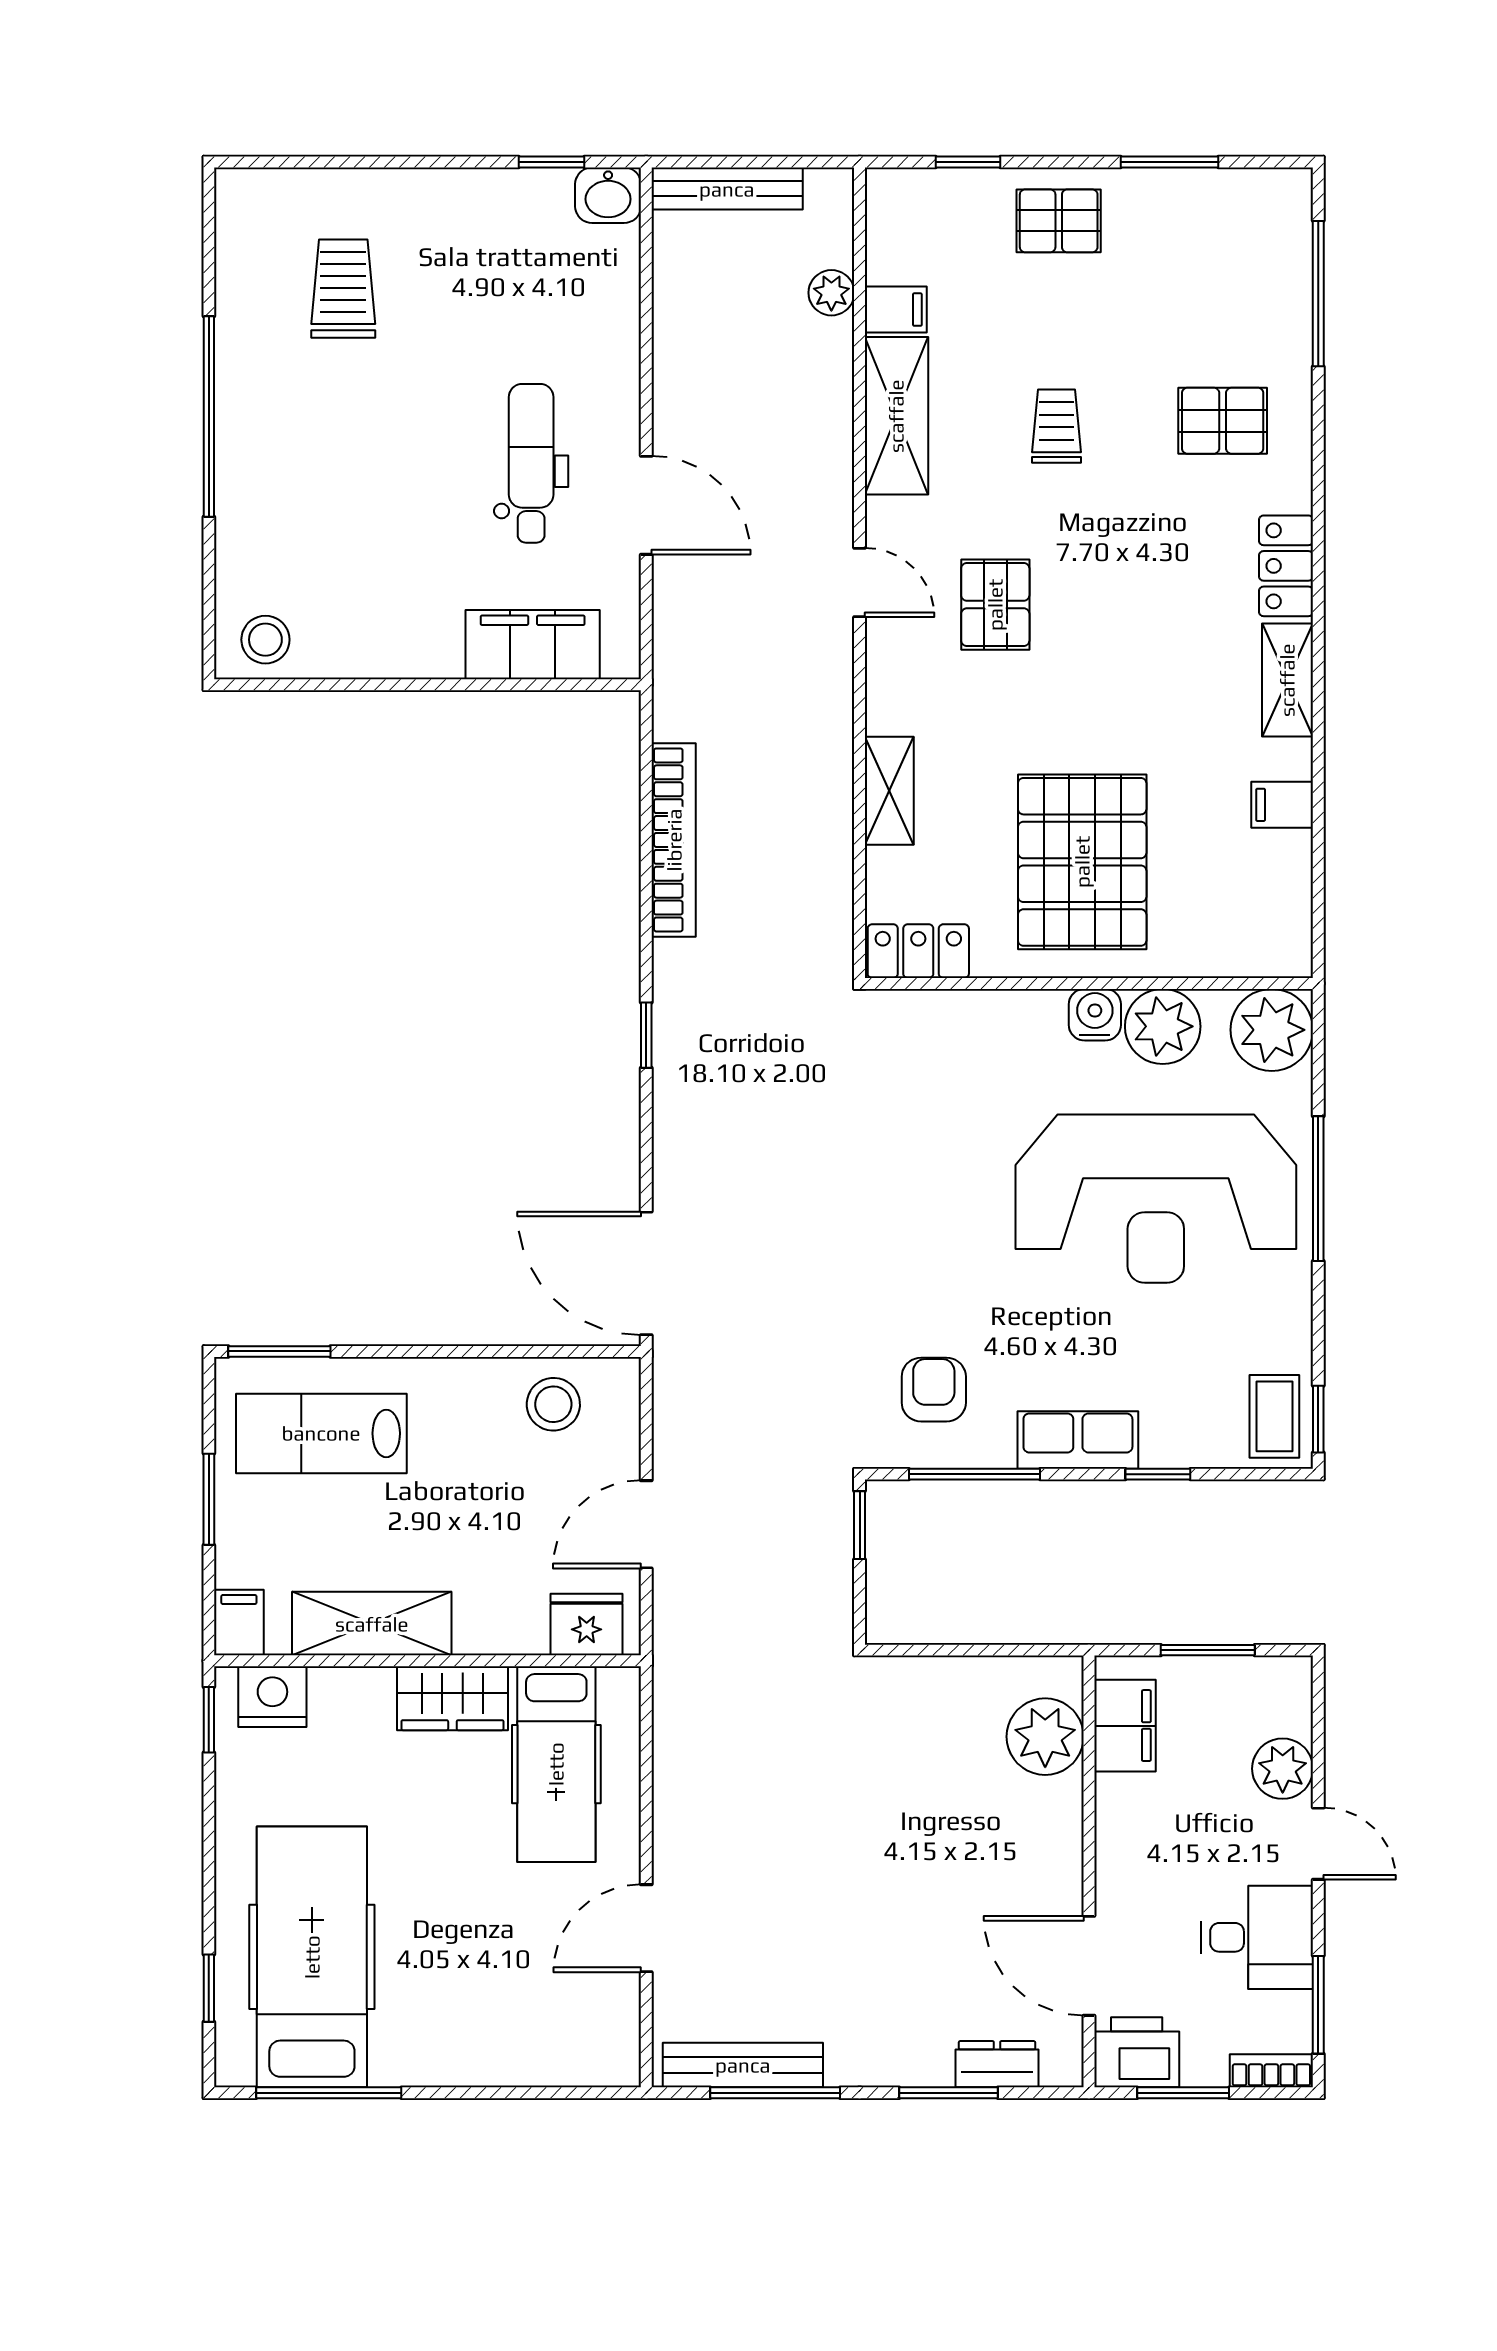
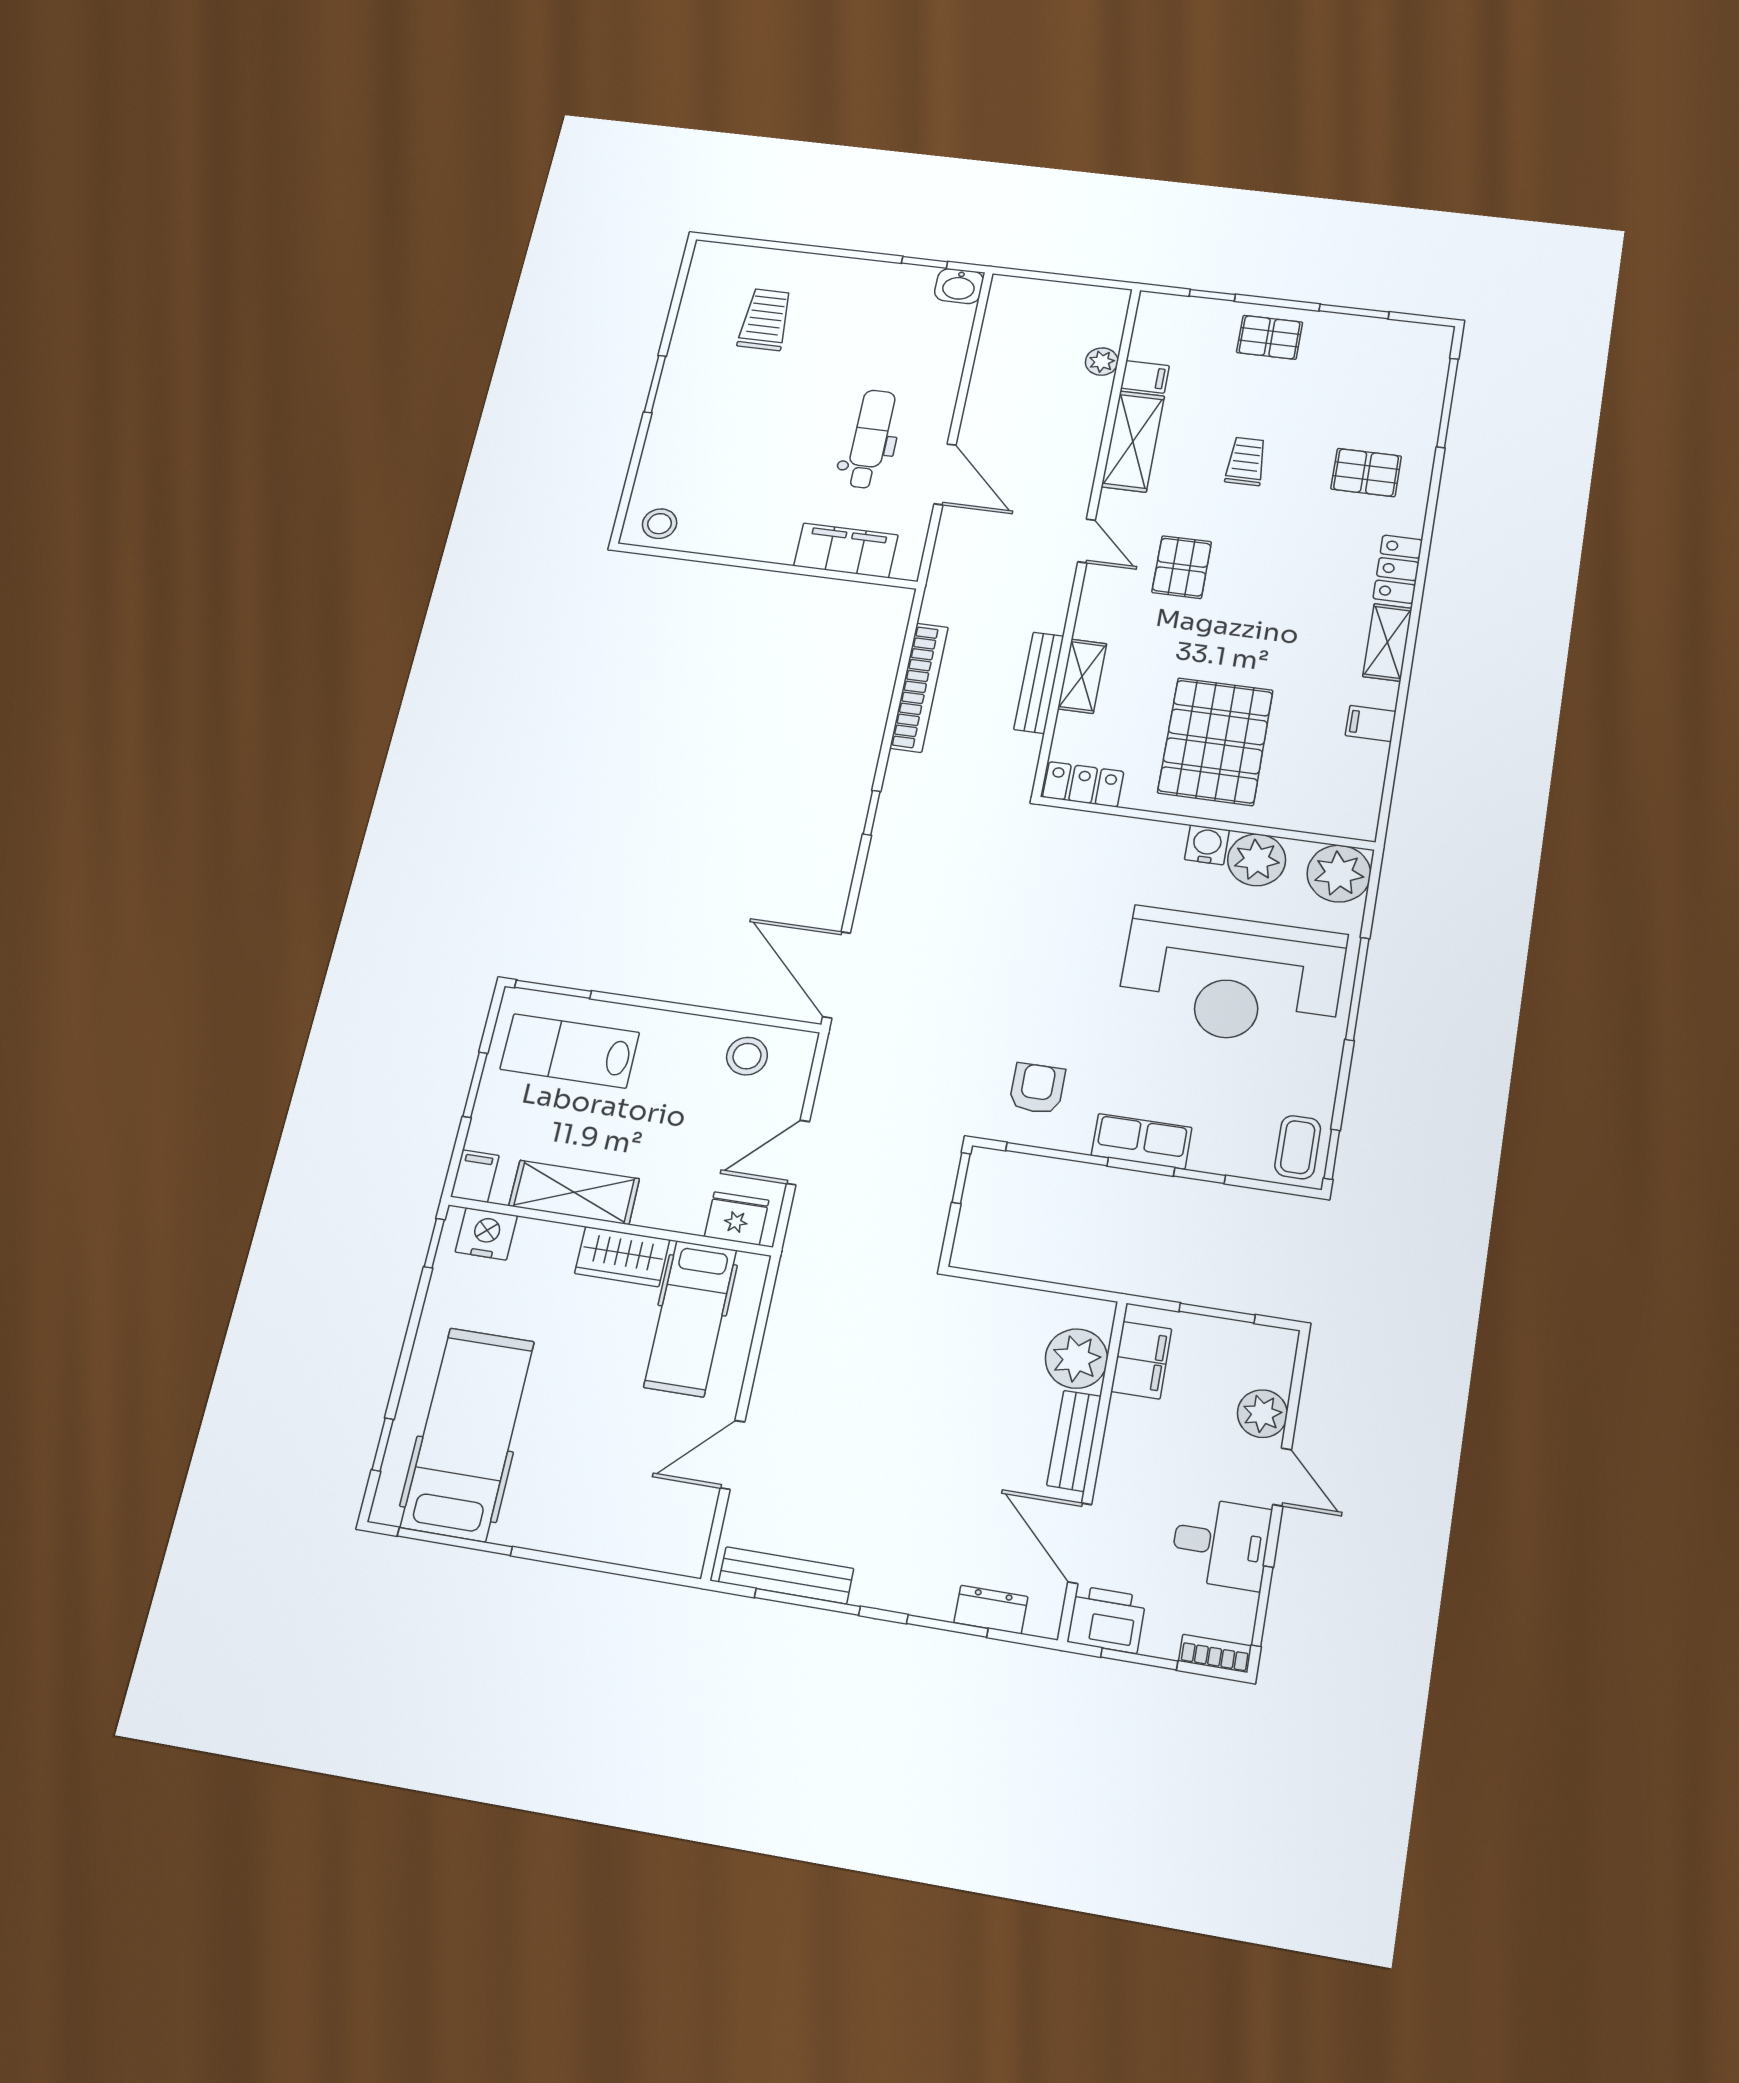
bench: (727, 189) -> (1039, 683), moved, turned 90
window: (209, 416) -> (655, 384), width x0.47
bench: (1060, 1841) -> (1074, 1441), added

